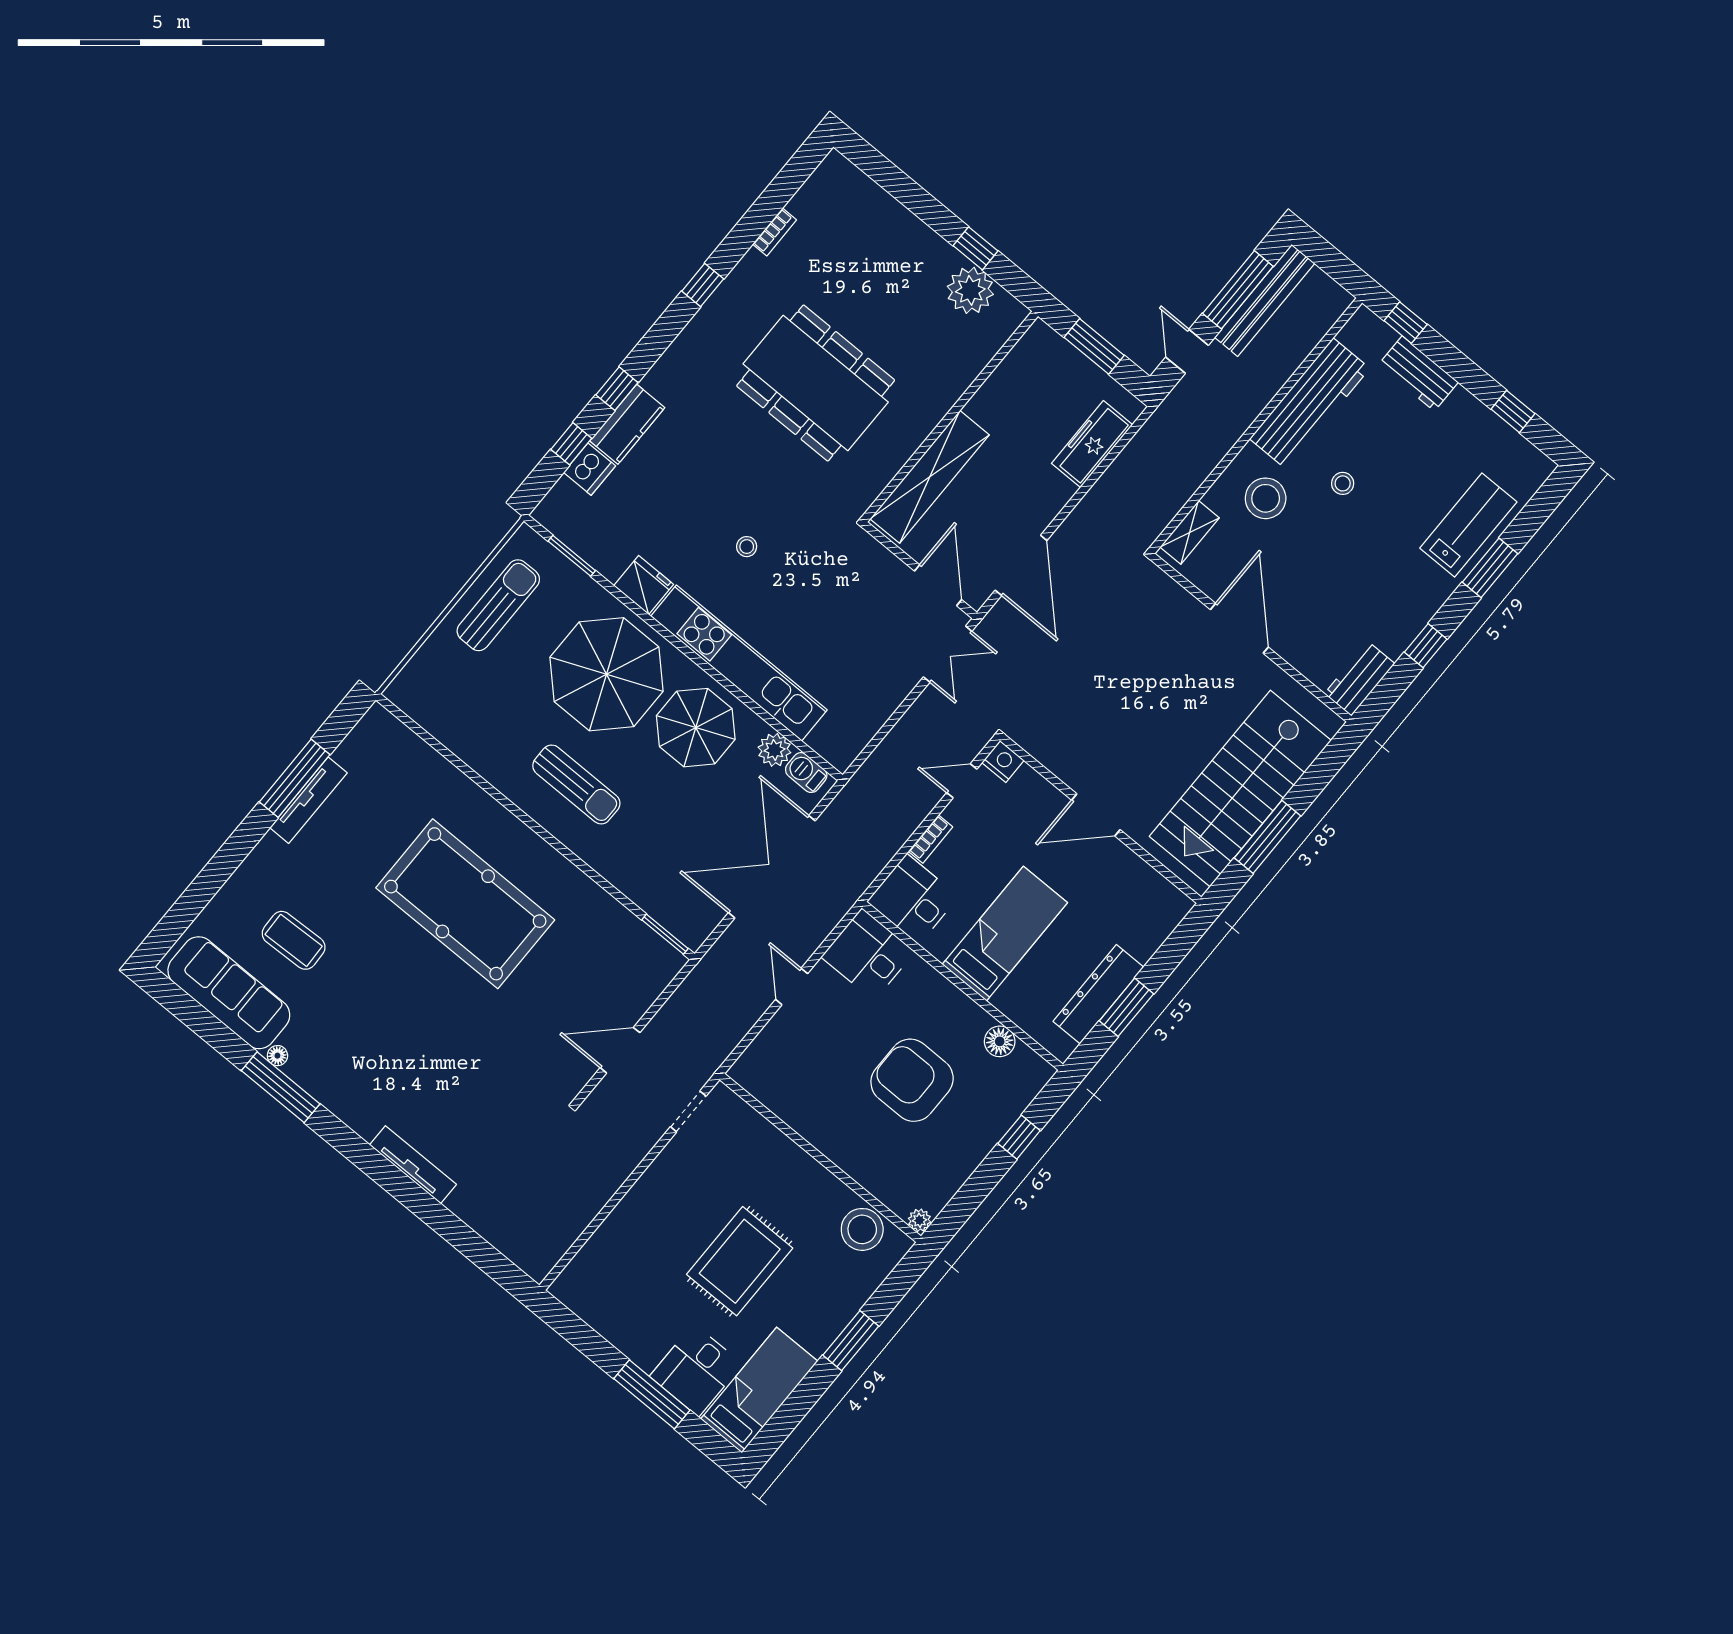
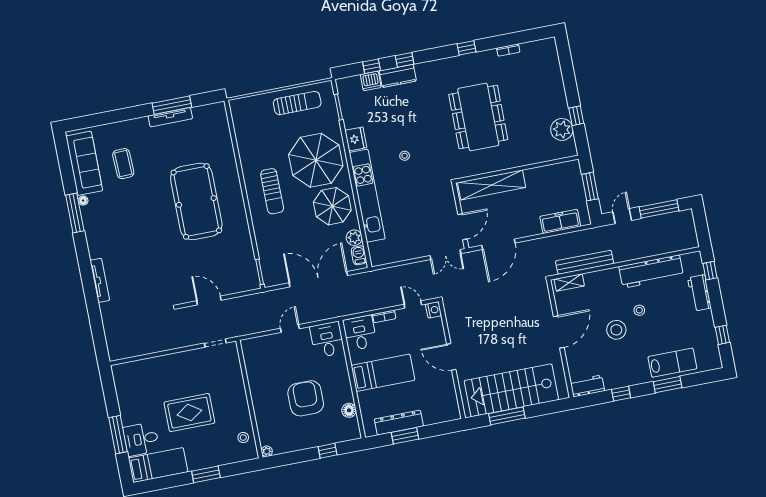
bench: (1265, 300) -> (585, 262), moved
stool: (1266, 498) -> (616, 330), moved
stool: (862, 1229) -> (243, 438), width x0.53, depth x0.53

